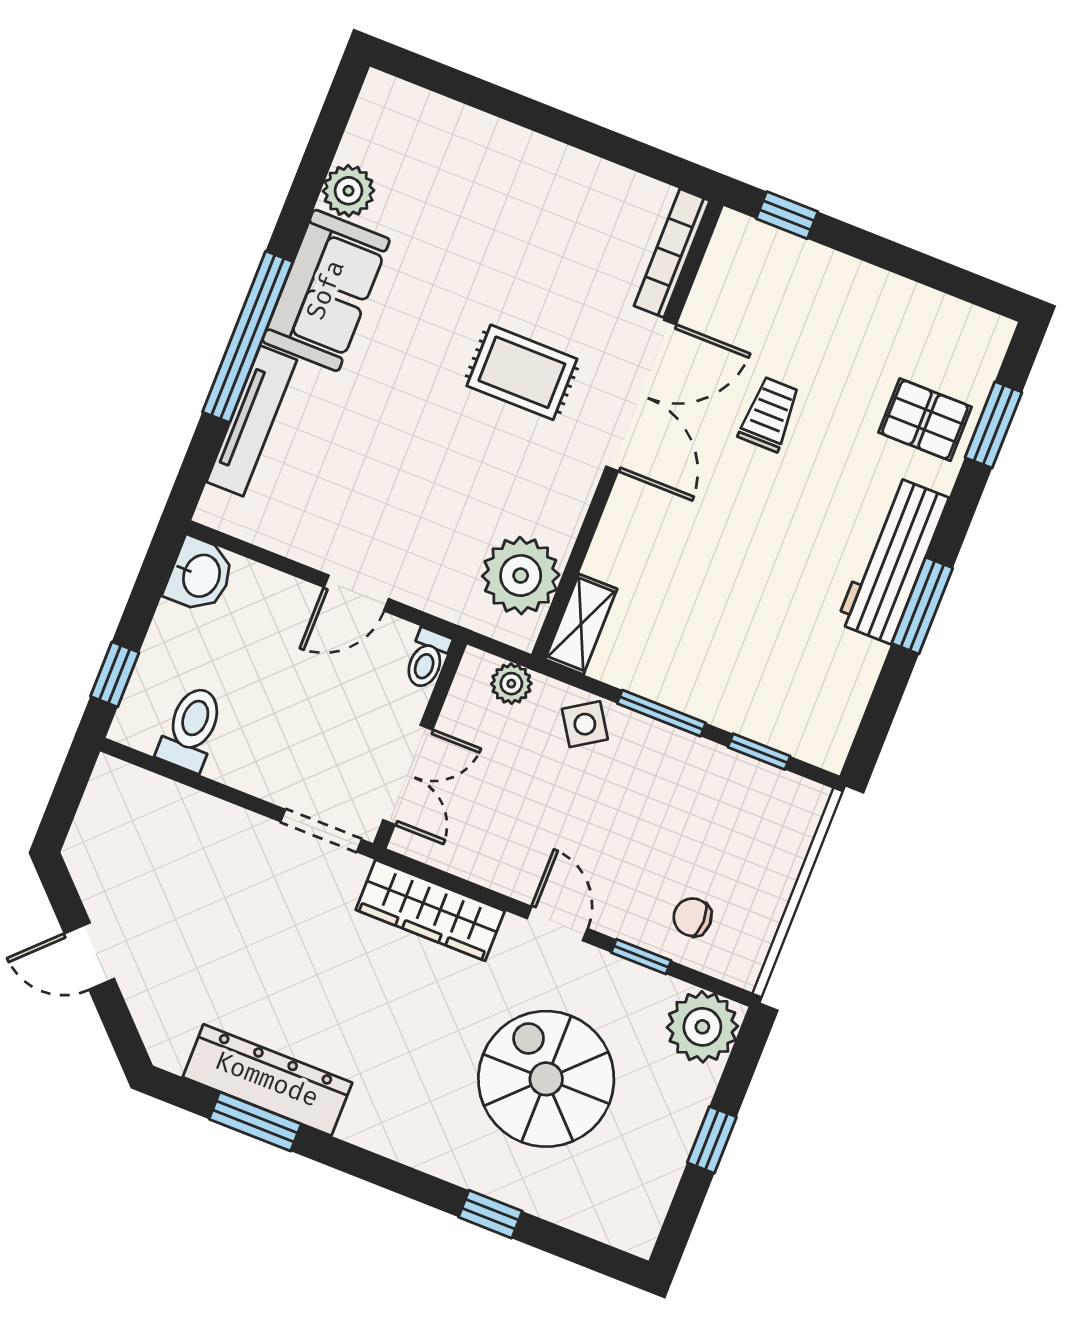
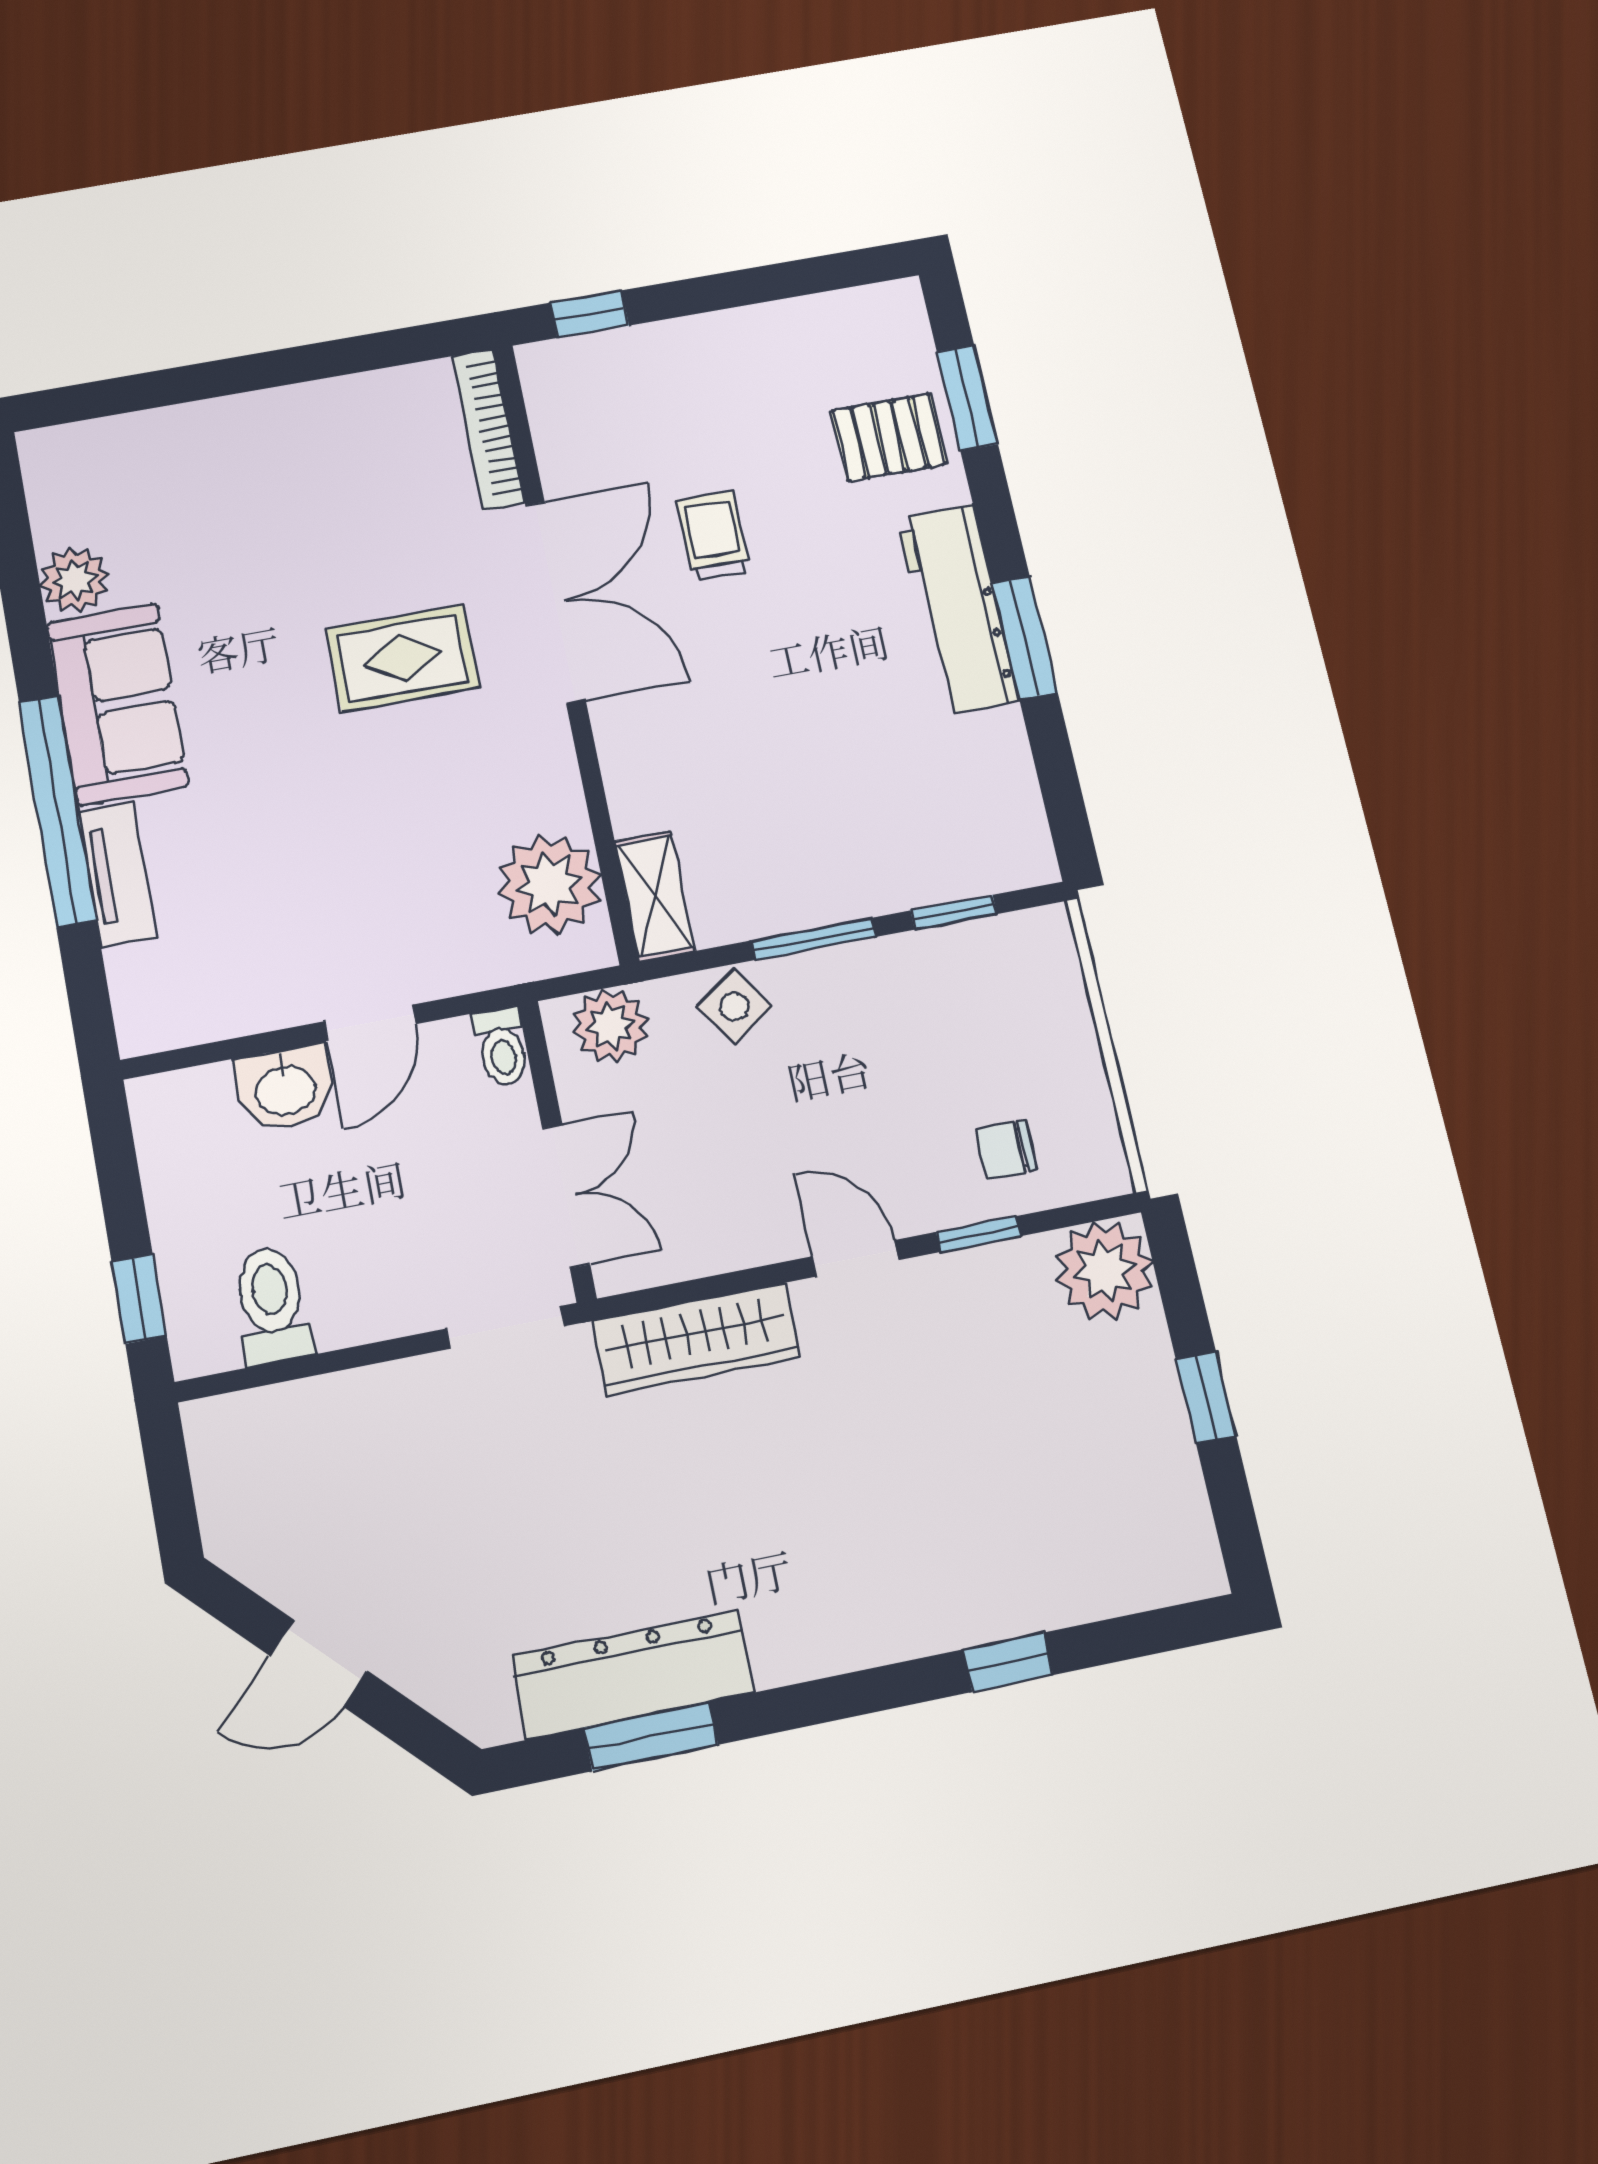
tv unit: (252, 421) -> (117, 874), width x0.71
washbasin: (200, 575) -> (285, 1088), moved, turned 90
plant: (511, 684) -> (610, 1026), width x1.38, depth x1.38
spiral stairs: (546, 1079) -> (965, 1452), removed

